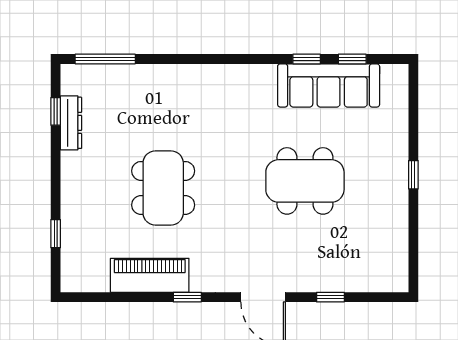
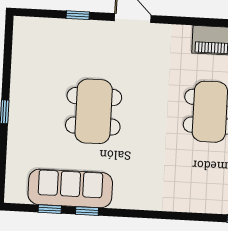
dining table: (305, 181) -> (94, 111), turned 90
window: (187, 297) -> (195, 21), removed

